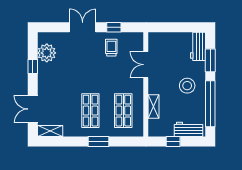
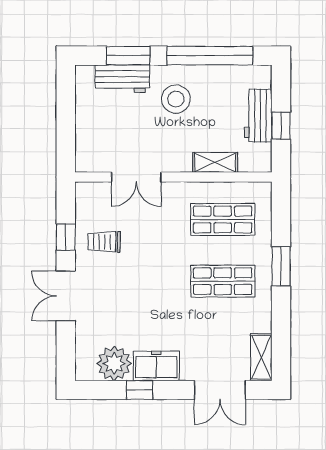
workbench: (198, 46) -> (122, 79), moved
freezer: (45, 75) -> (156, 366), added
workbench: (189, 129) -> (258, 115), moved

